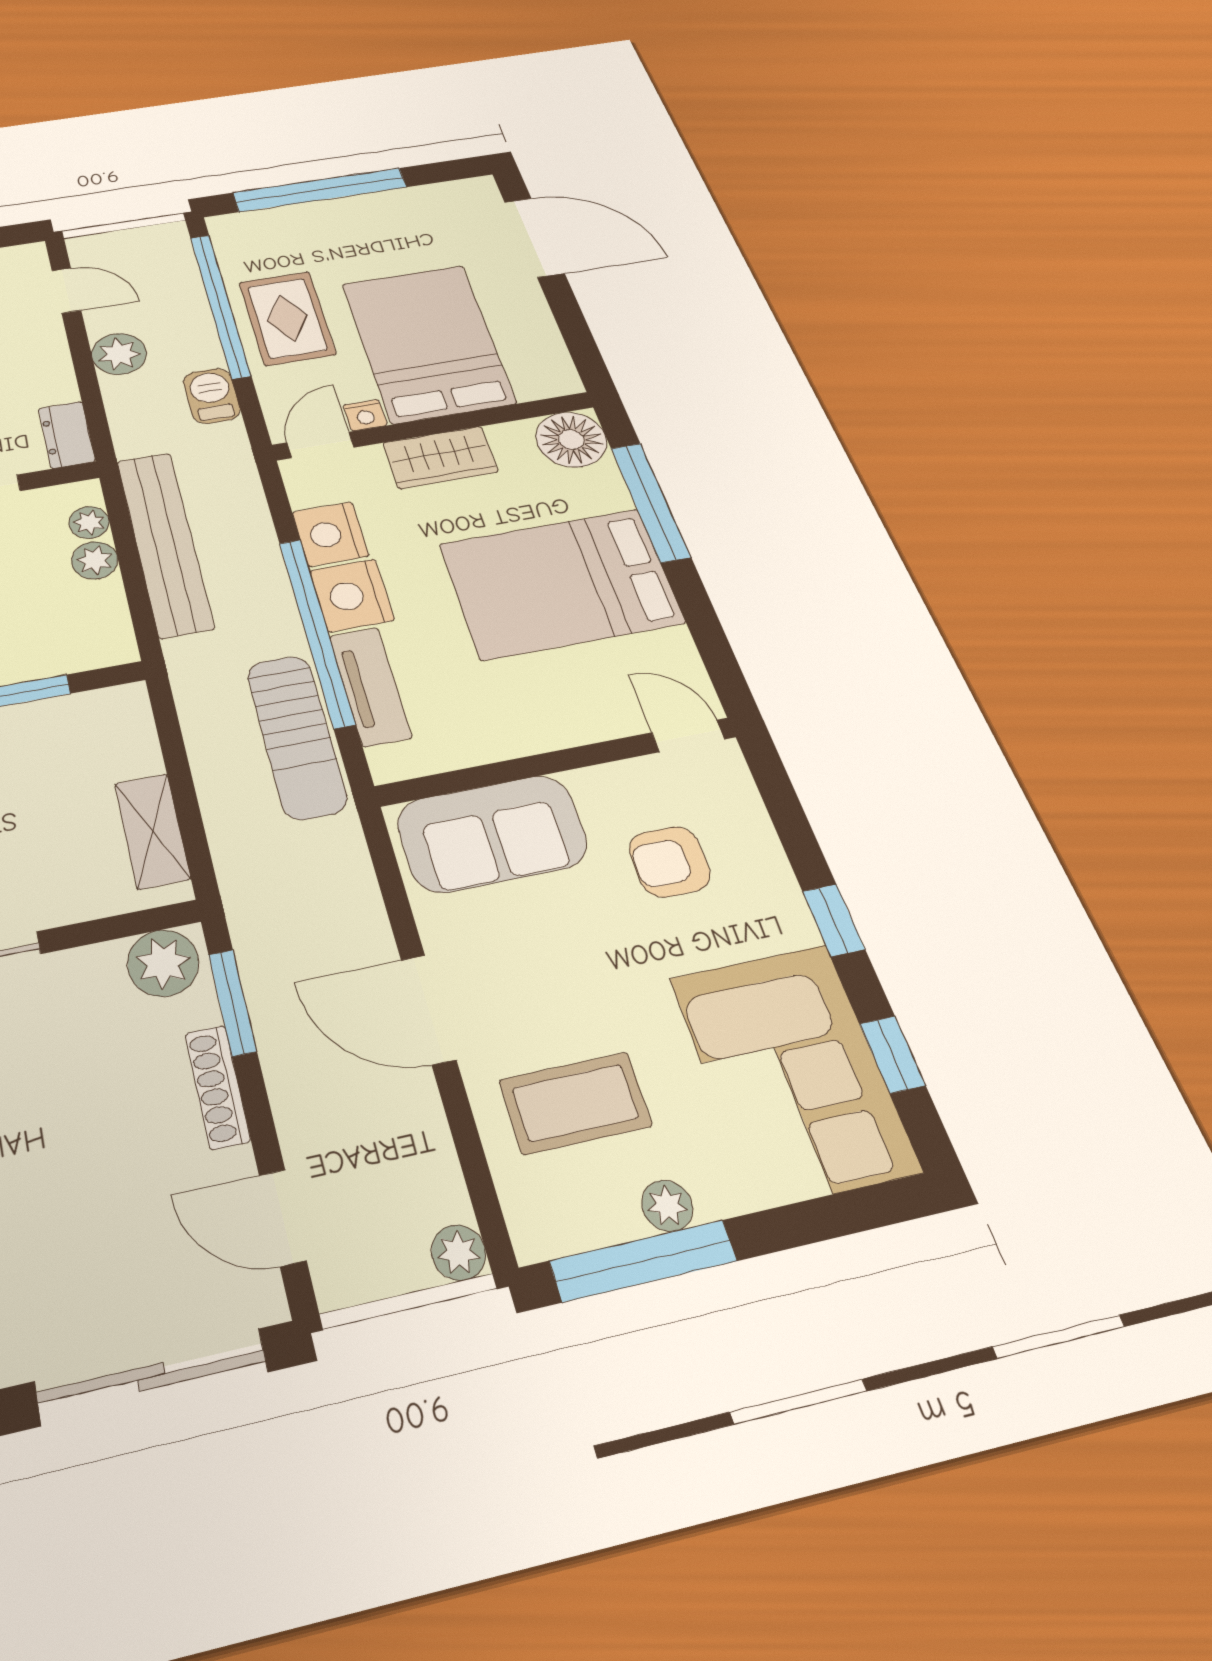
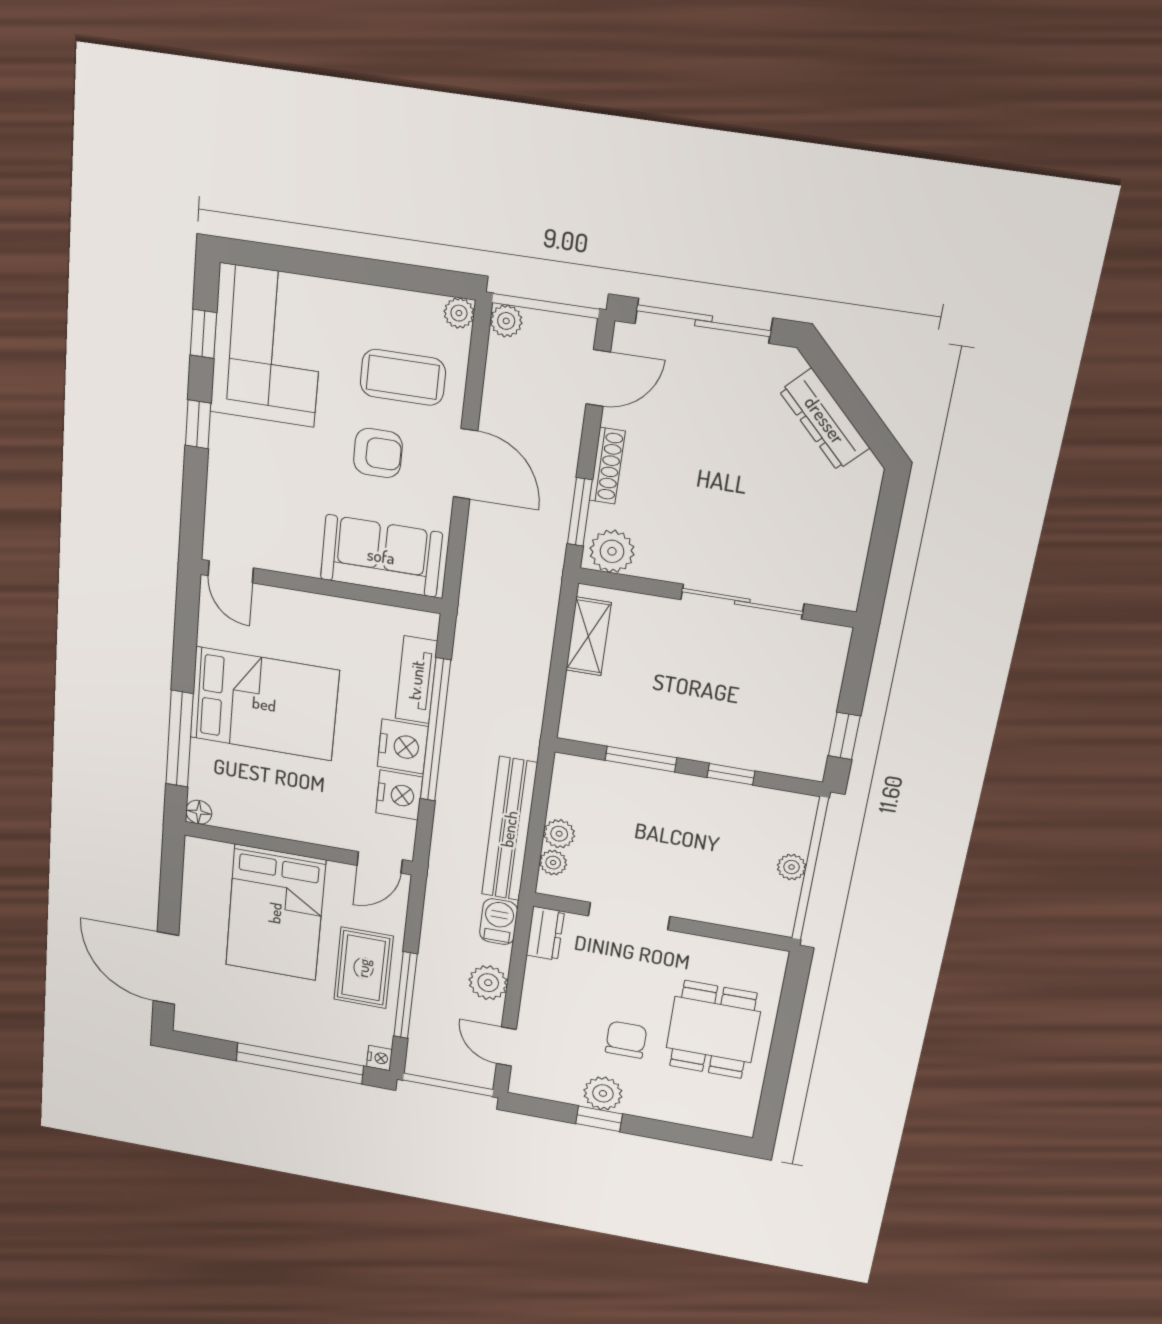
window: (220, 305) -> (405, 995), width x0.68
barbecue: (212, 396) -> (499, 922), moved, turned 180
nightstand: (365, 415) -> (379, 1058), moved, turned 90
floor lamp: (571, 440) -> (199, 812), width x0.53, depth x0.53
wardrobe: (440, 457) -> (304, 823), removed
sun lounger: (297, 736) -> (476, 664), removed
armchair: (670, 862) -> (378, 453), moved
plant: (667, 1206) -> (459, 313), moved
door: (283, 1218) -> (598, 378), hinge flipped
window: (643, 1261) -> (404, 277), removed

